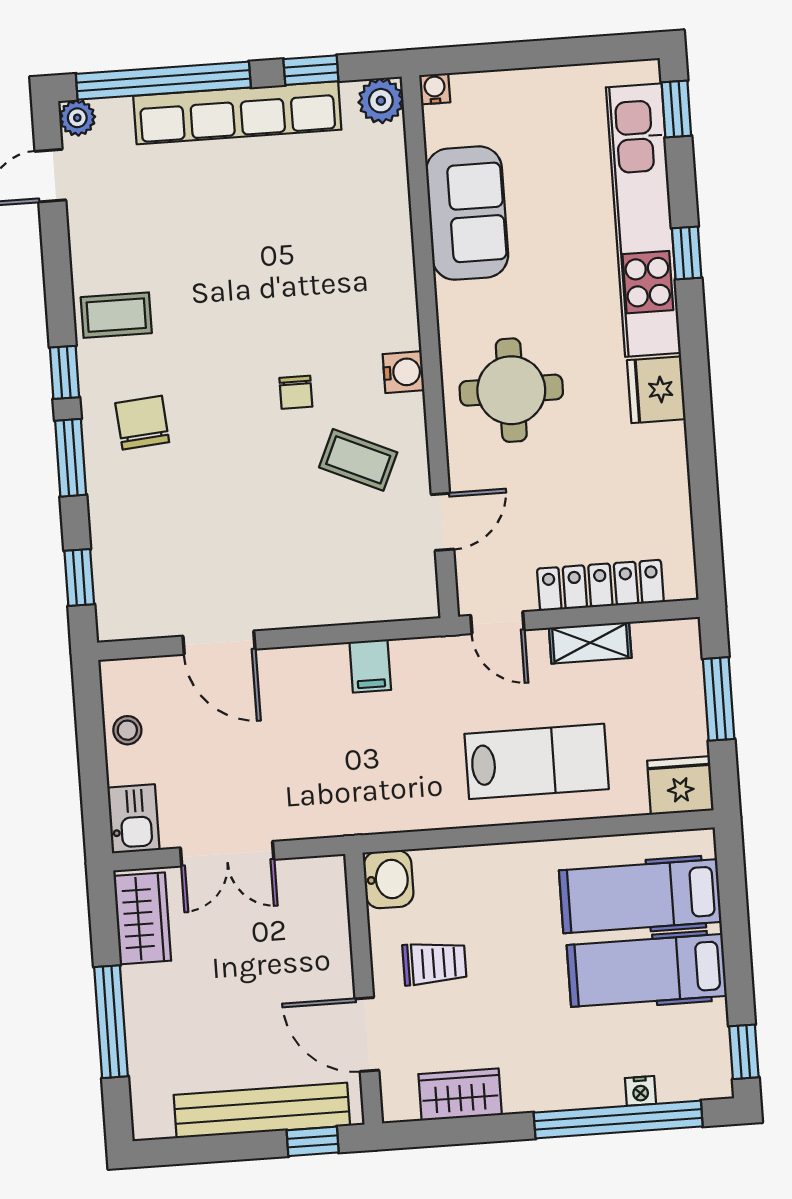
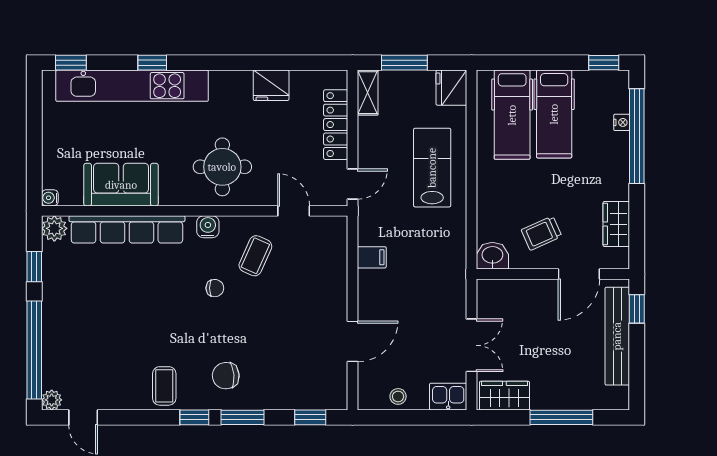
row of seats: (237, 113) -> (127, 229), moved, turned 90
fridge: (656, 390) -> (271, 85), moved
shelving: (590, 643) -> (368, 93), moved
trolley: (434, 963) -> (542, 233), turned -114

